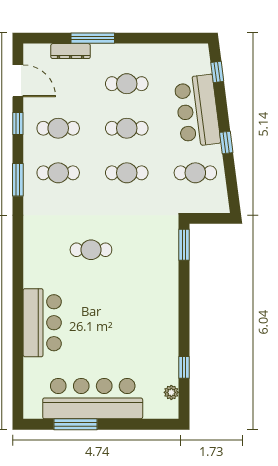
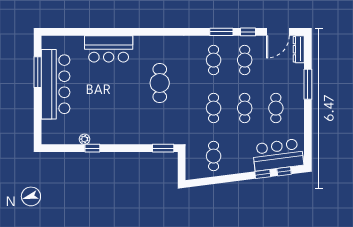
dresser: (71, 51) -> (299, 49), moved
bar counter: (197, 111) -> (278, 155), moved
window: (226, 143) -> (263, 174), moved
window: (18, 180) -> (221, 32), moved
cafe table: (91, 250) -> (160, 83), width x1.37, depth x1.35
window: (184, 367) -> (92, 148), moved
plant: (171, 392) -> (85, 139), moved

